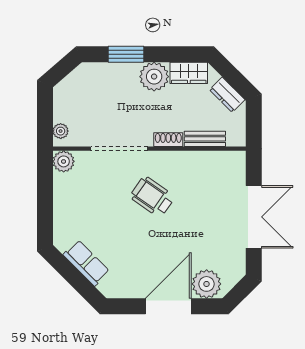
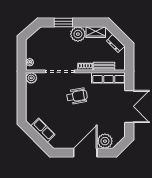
row of seats: (213, 161) -> (108, 78), added
wheelchair: (152, 197) -> (77, 96), turned 135

